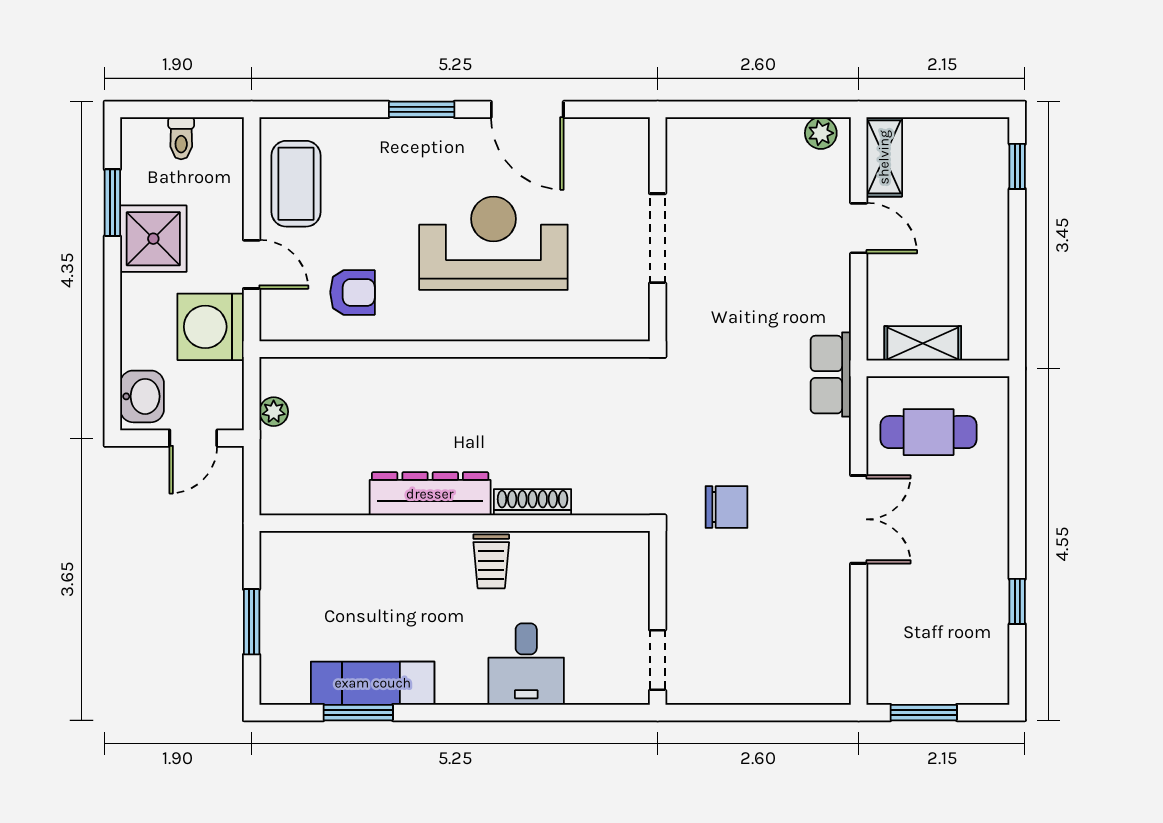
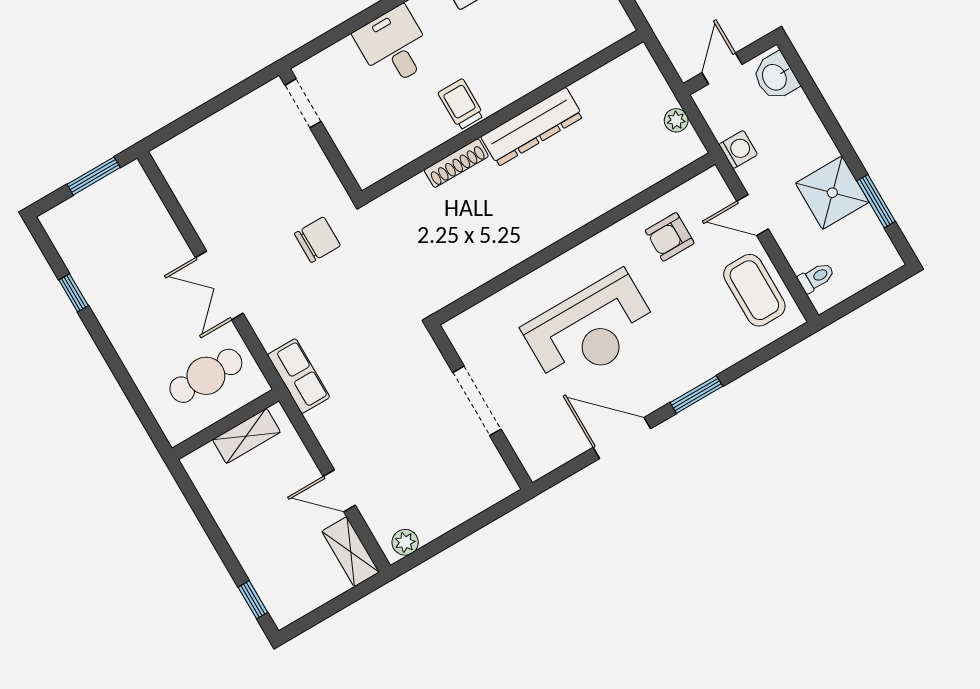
toilet: (181, 138) -> (816, 277), moved, turned 90
washing machine: (211, 327) -> (738, 149), width x0.53, depth x0.53
chair: (727, 507) -> (317, 240), turned 180

